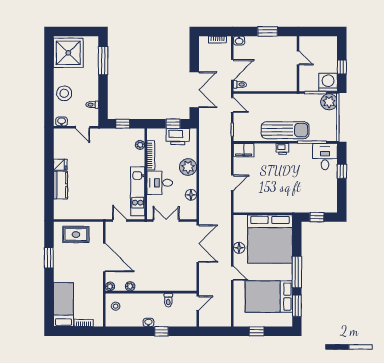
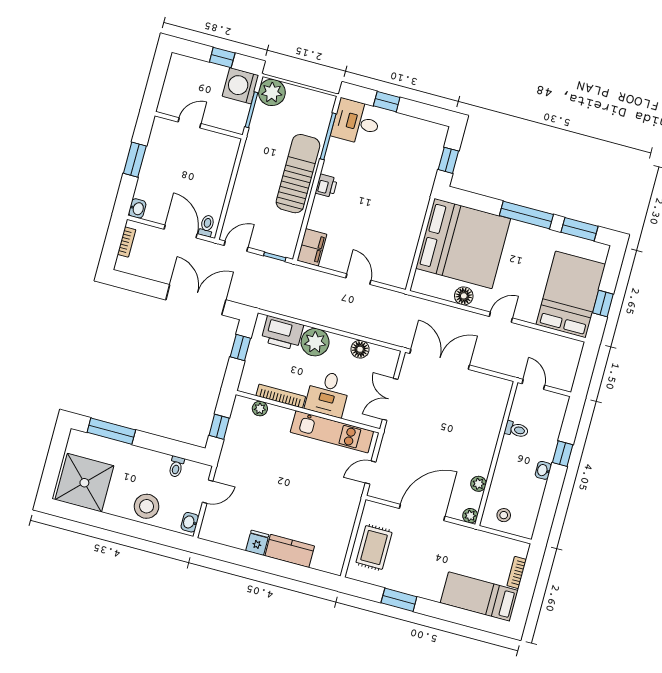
printer: (178, 137) -> (282, 333), moved, turned 90
bed: (269, 297) -> (571, 294), moved, turned 180

